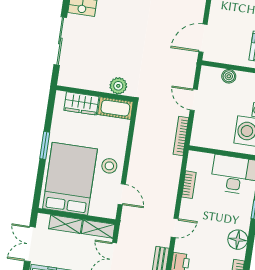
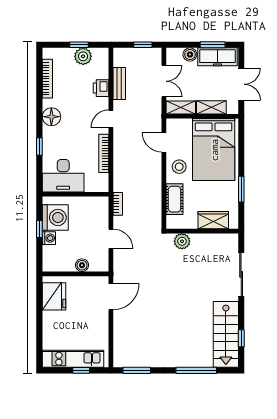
cot: (115, 108) -> (175, 199), moved, turned 90
bookcase: (181, 136) -> (118, 204), width x0.64
window: (45, 145) -> (241, 189), moved
bookcase: (189, 185) -> (104, 153), width x1.56

